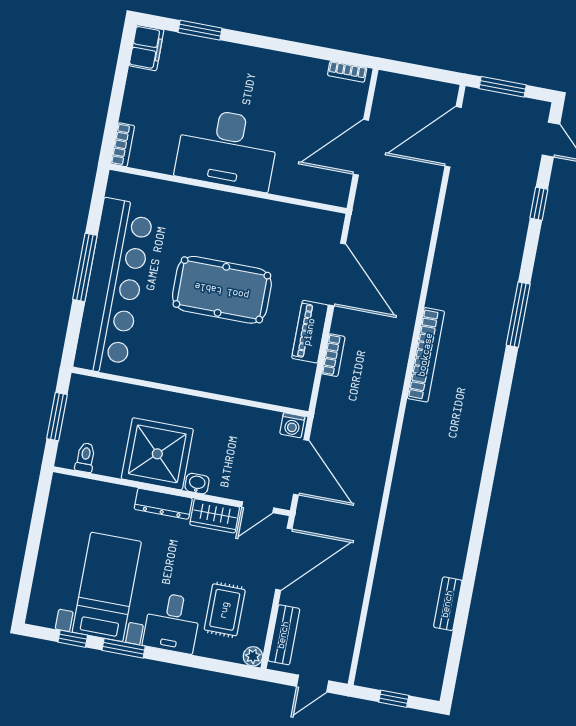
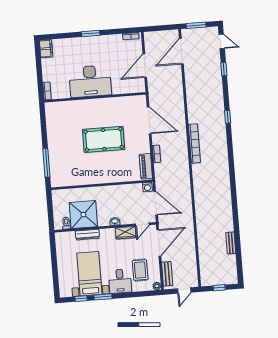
window: (200, 30) -> (91, 34), moved
window: (85, 267) -> (46, 163), moved
bar counter: (114, 287) -> (59, 150), removed
window: (518, 315) -> (228, 117), width x0.46
piano: (310, 332) -> (146, 166), moved
window: (57, 417) -> (50, 209), removed
shower: (157, 454) -> (83, 215), moved
dresser: (163, 504) -> (87, 235), moved

